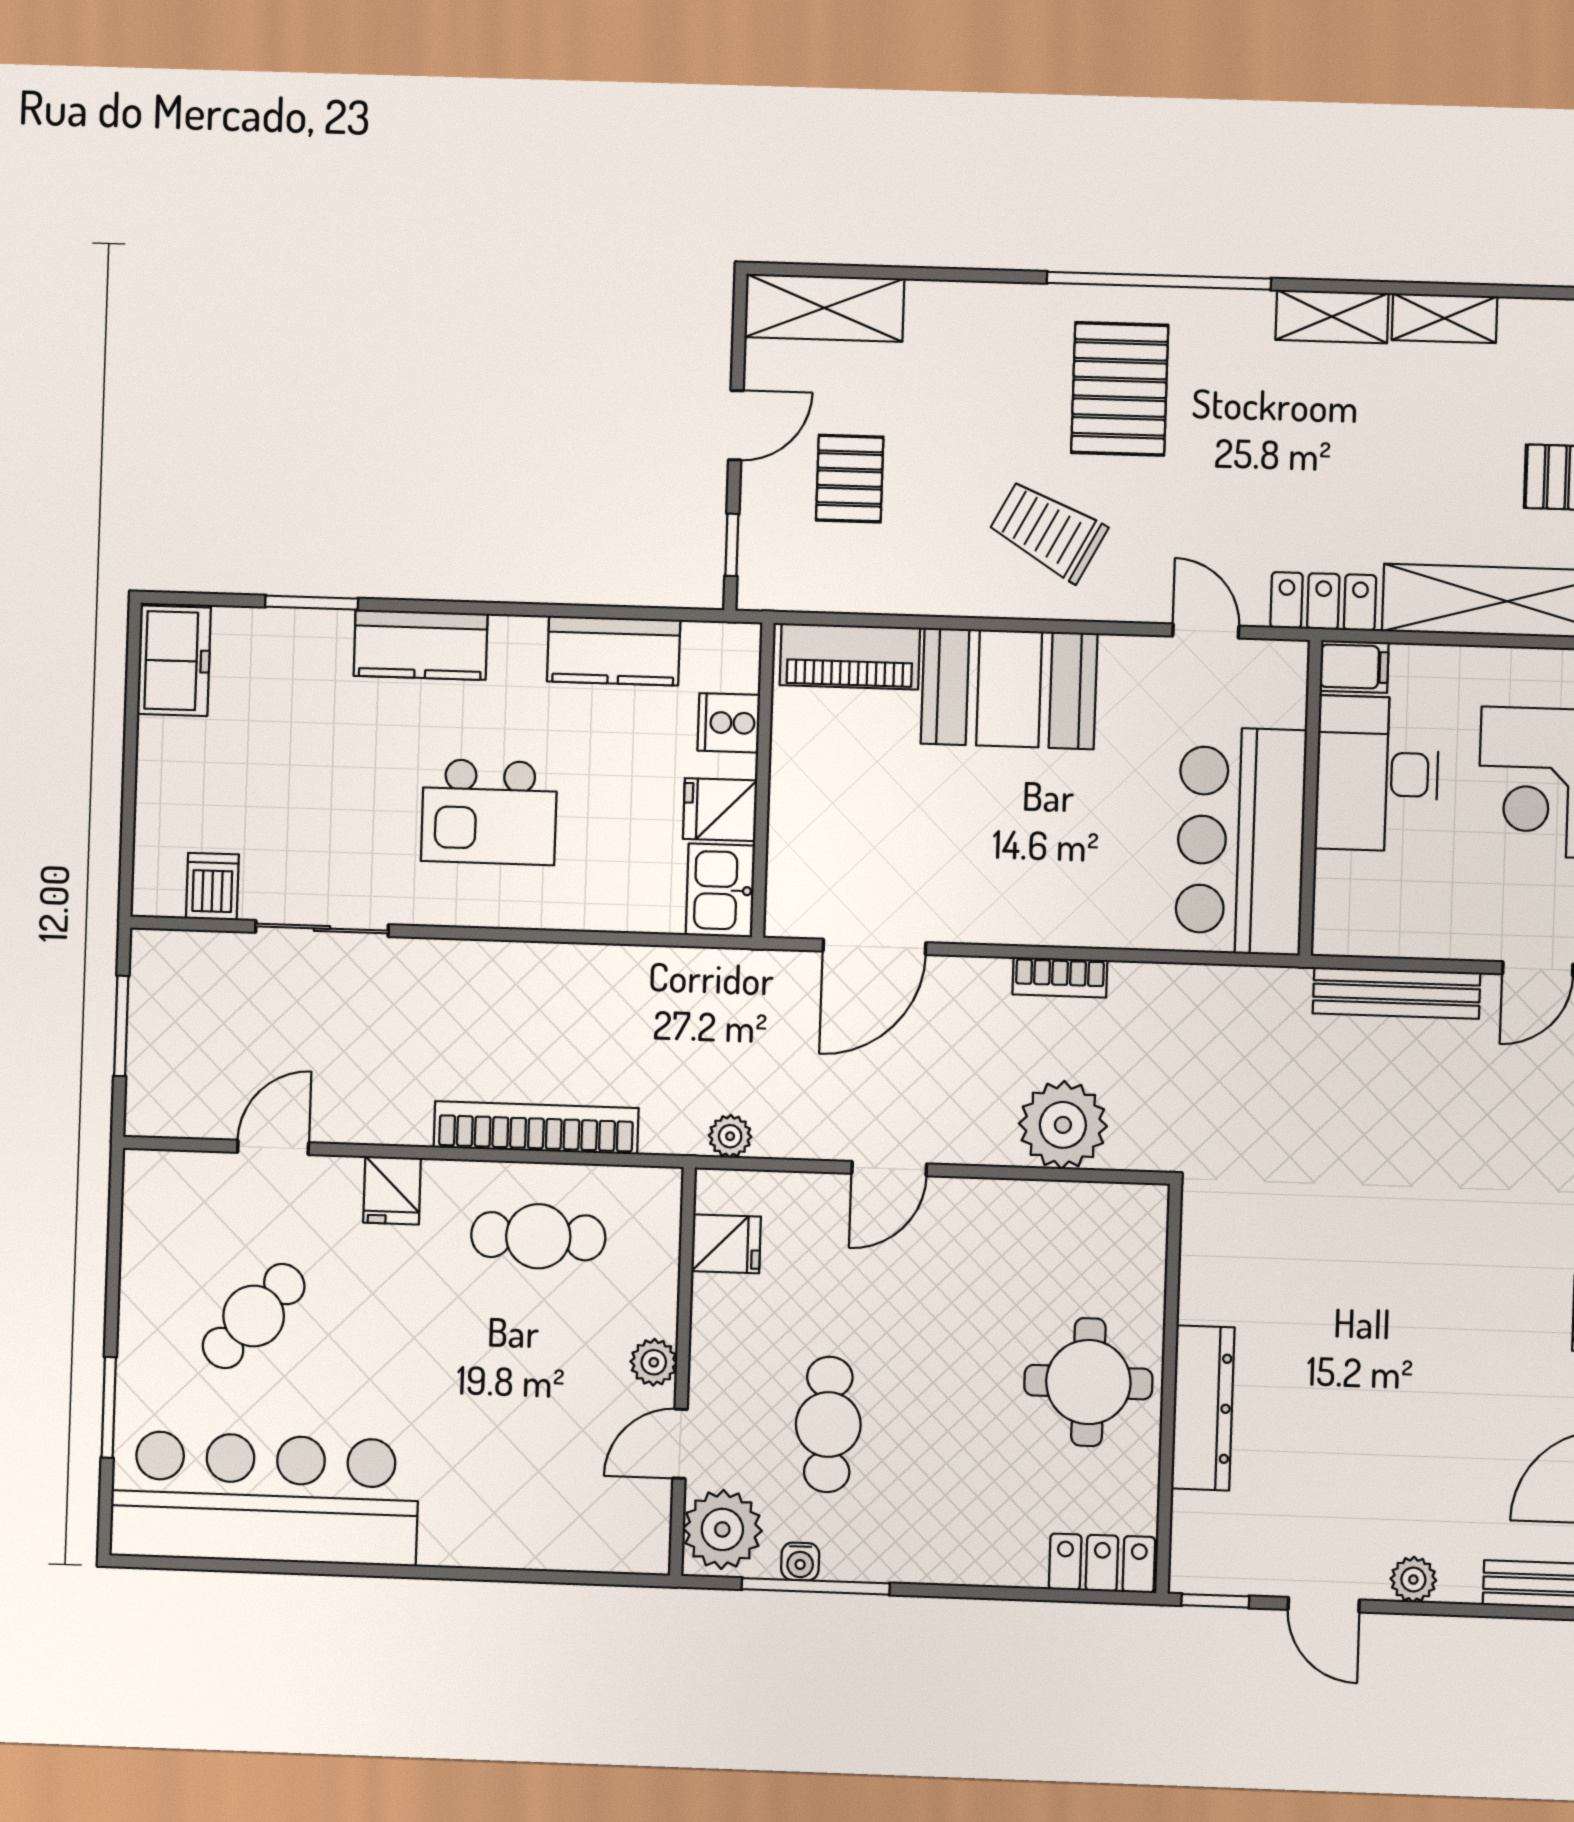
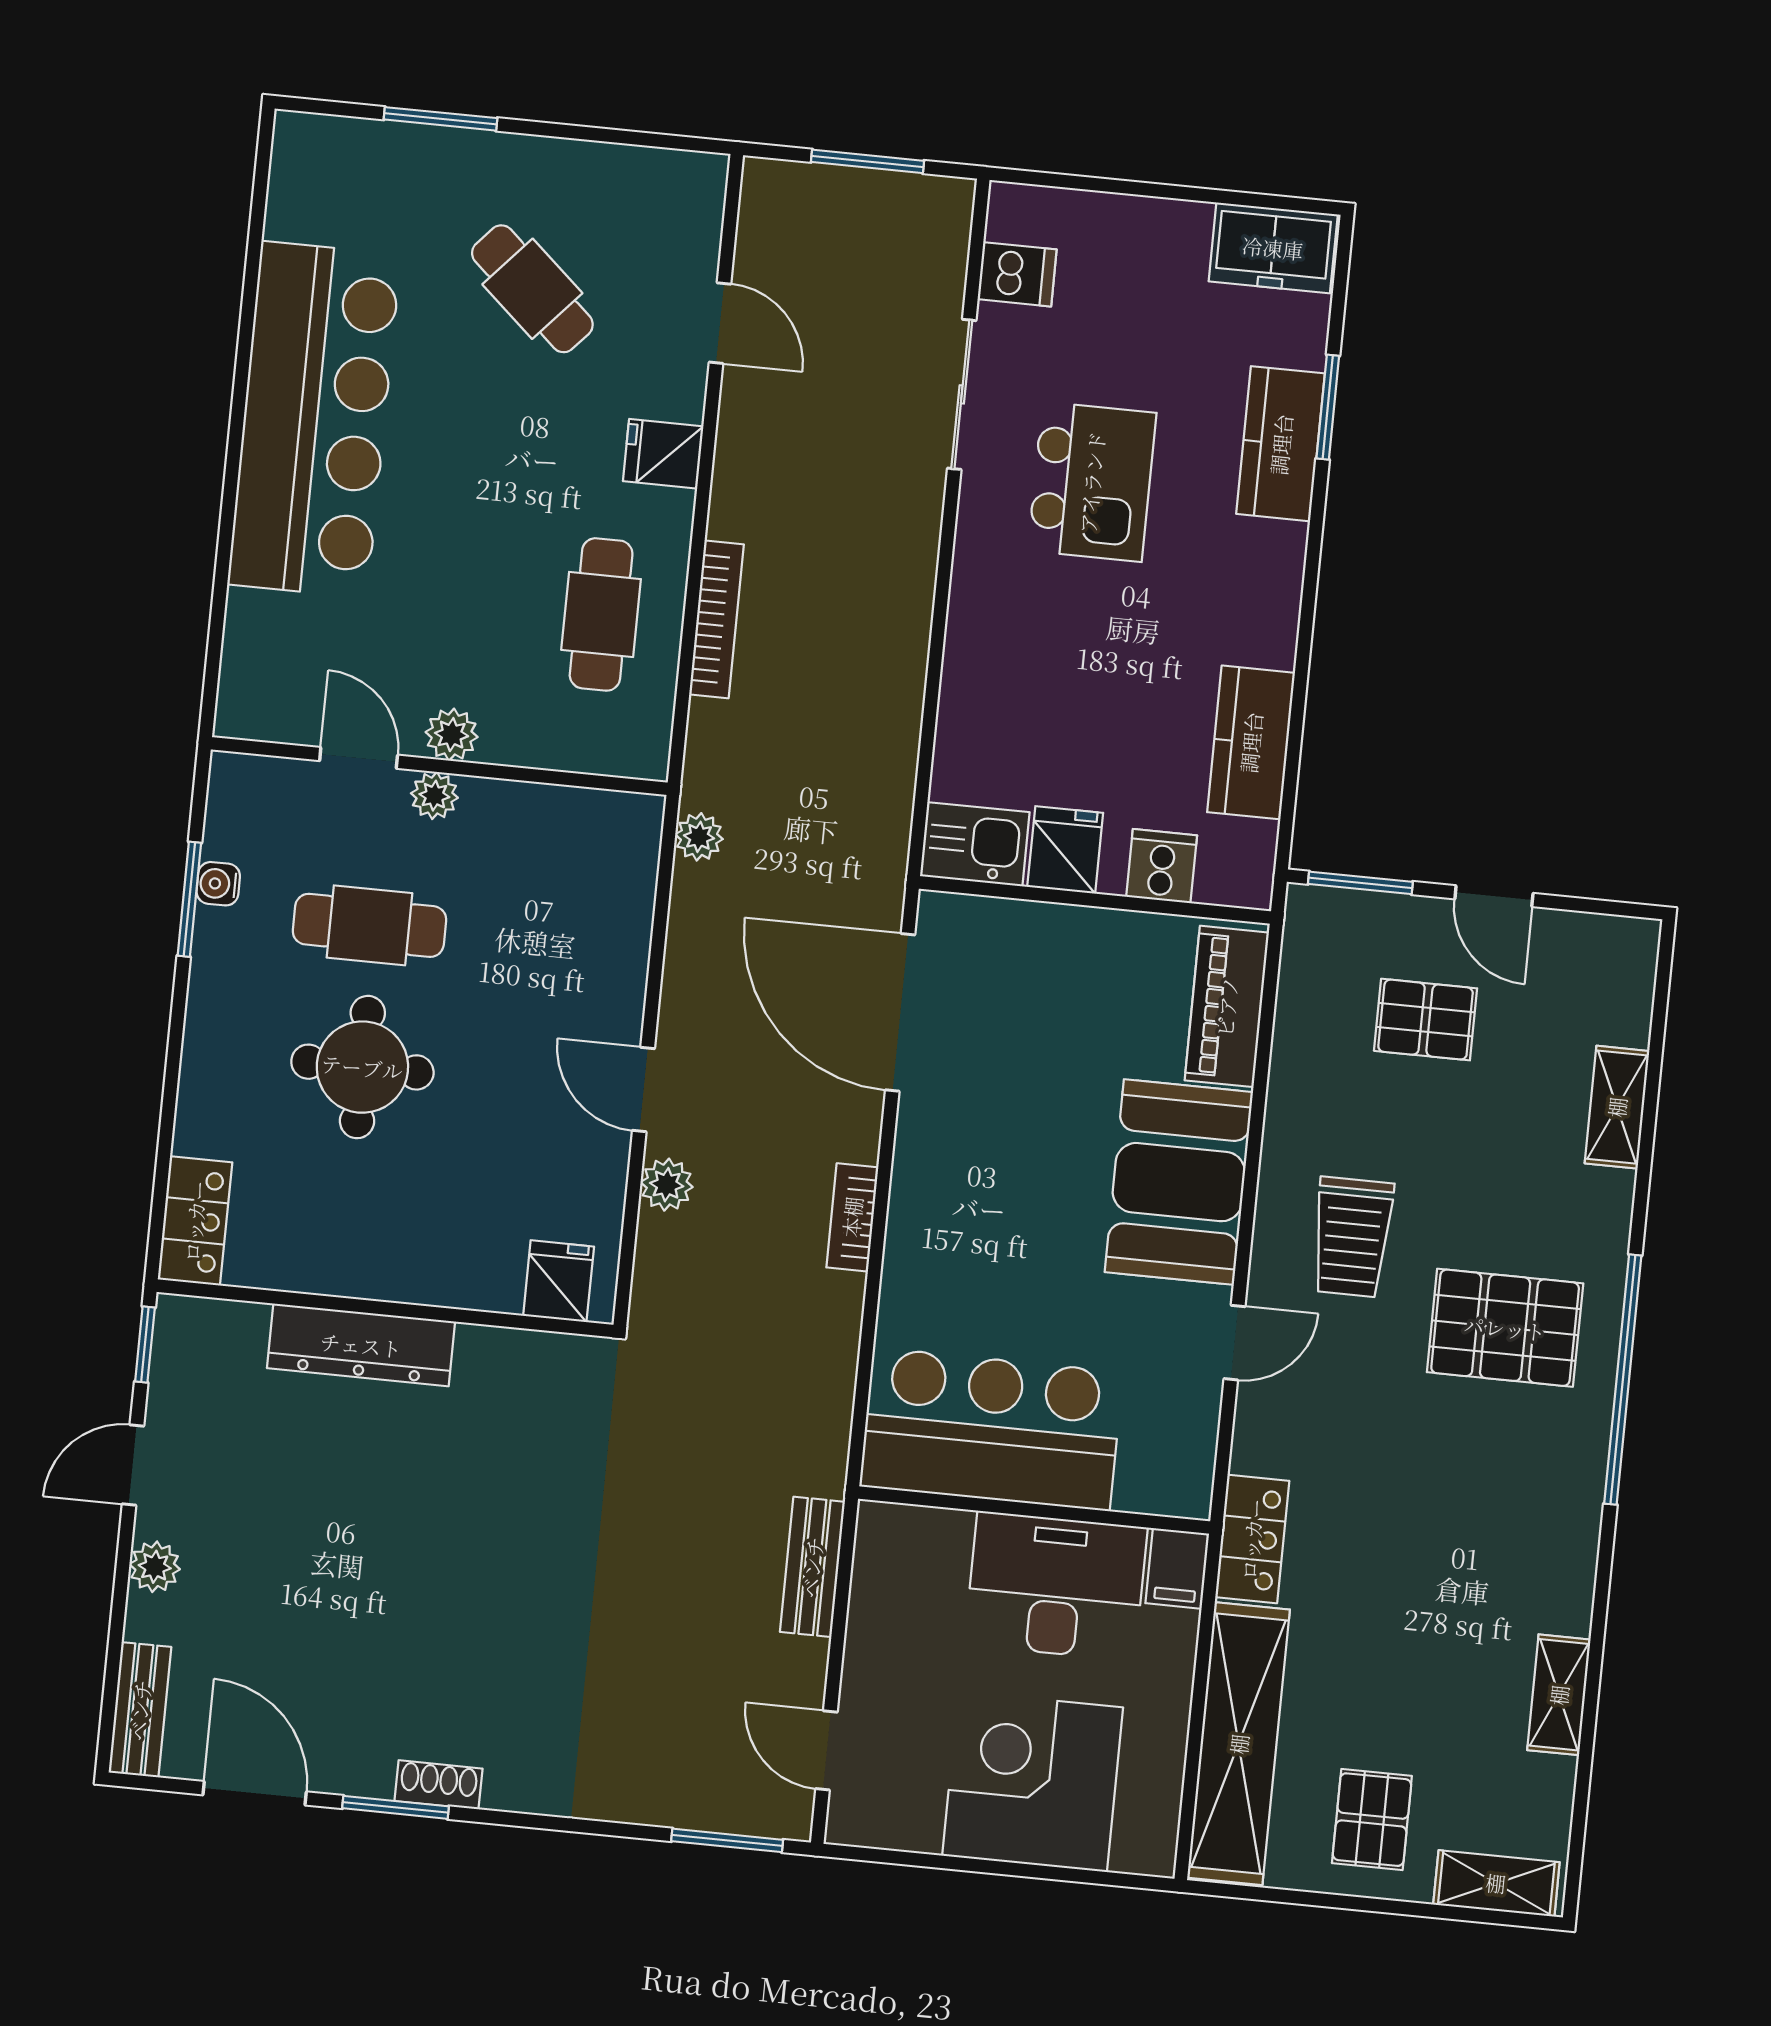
shelving: (824, 308) -> (1617, 1107), moved, width x0.67, depth x0.75
shelving: (1332, 317) -> (1569, 1570), removed
trolley: (1048, 531) -> (1352, 1237), turned 152
window: (732, 545) -> (1360, 883), width x1.50
door: (1206, 631) -> (1234, 1343), moved
kitchen counter: (421, 645) -> (1281, 444), moved
kitchen island: (489, 812) -> (1092, 482), moved, turned 180
door: (874, 947) -> (900, 1012), width x1.36
bench: (1397, 993) -> (812, 1567), width x0.73
plant: (1063, 1125) -> (667, 1185), width x0.53, depth x0.53
bookcase: (536, 1128) -> (716, 619), width x0.68, depth x0.76
door: (889, 1169) -> (643, 1089), moved
fridge: (726, 1244) -> (559, 1281), moved, turned 180
round table: (1088, 1382) -> (362, 1067), moved
bar counter: (264, 1498) -> (314, 420), moved
plant: (722, 1529) -> (434, 796), moved, width x0.53, depth x0.53
window: (816, 1586) -> (189, 899), width x0.69

